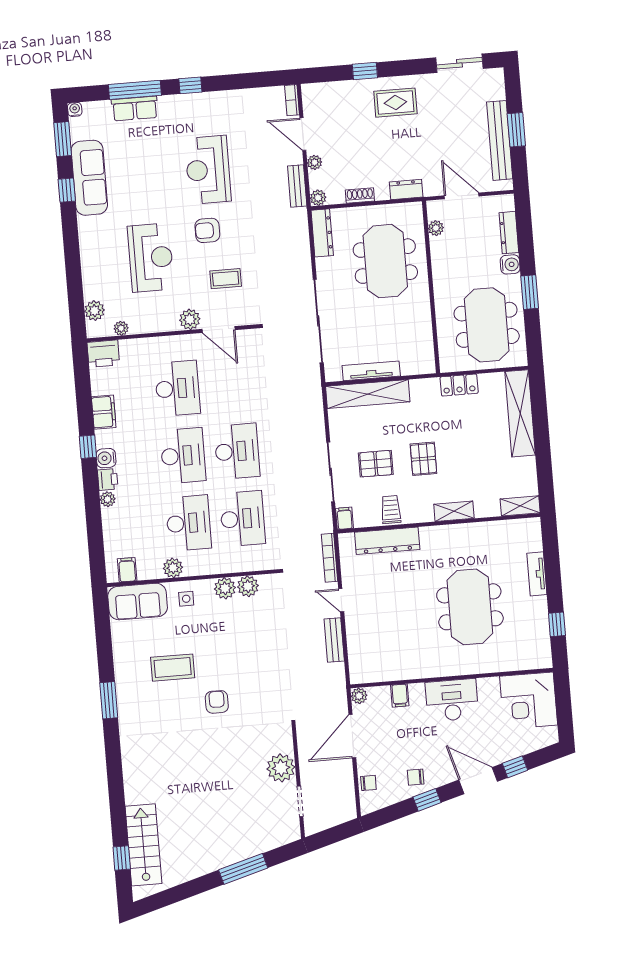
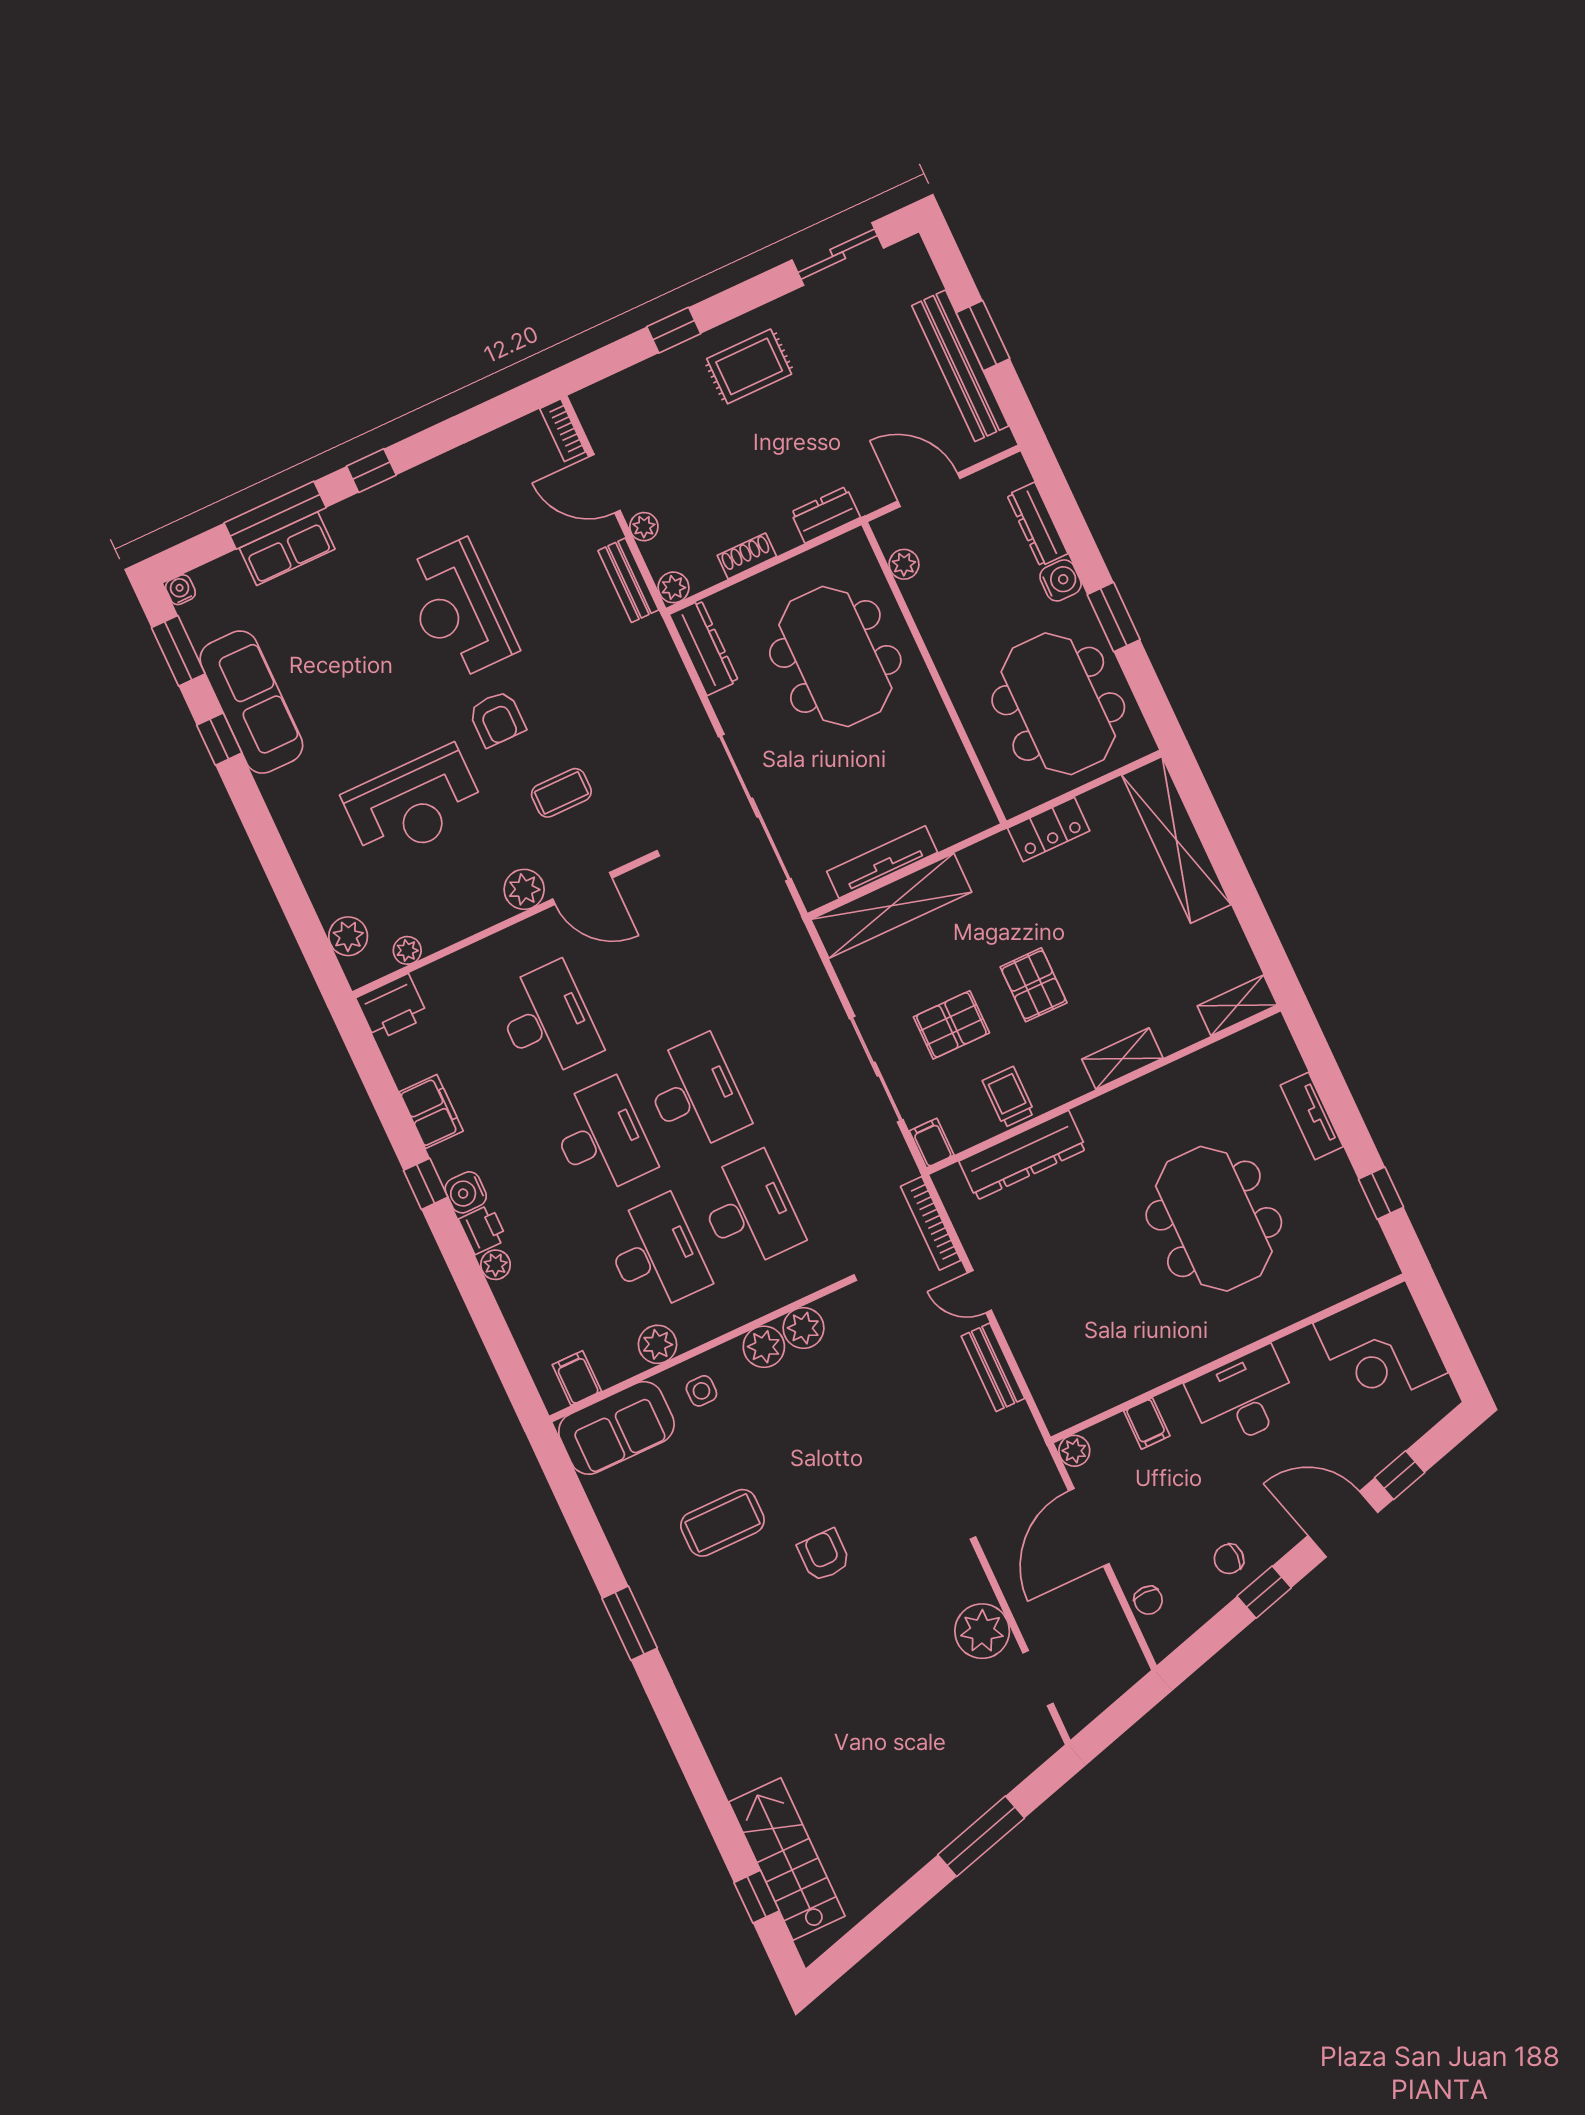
armchair: (207, 230) -> (497, 719), turned -90
reception desk: (151, 258) -> (414, 804), turned 90
chair: (368, 783) -> (1148, 1600), turned 90

